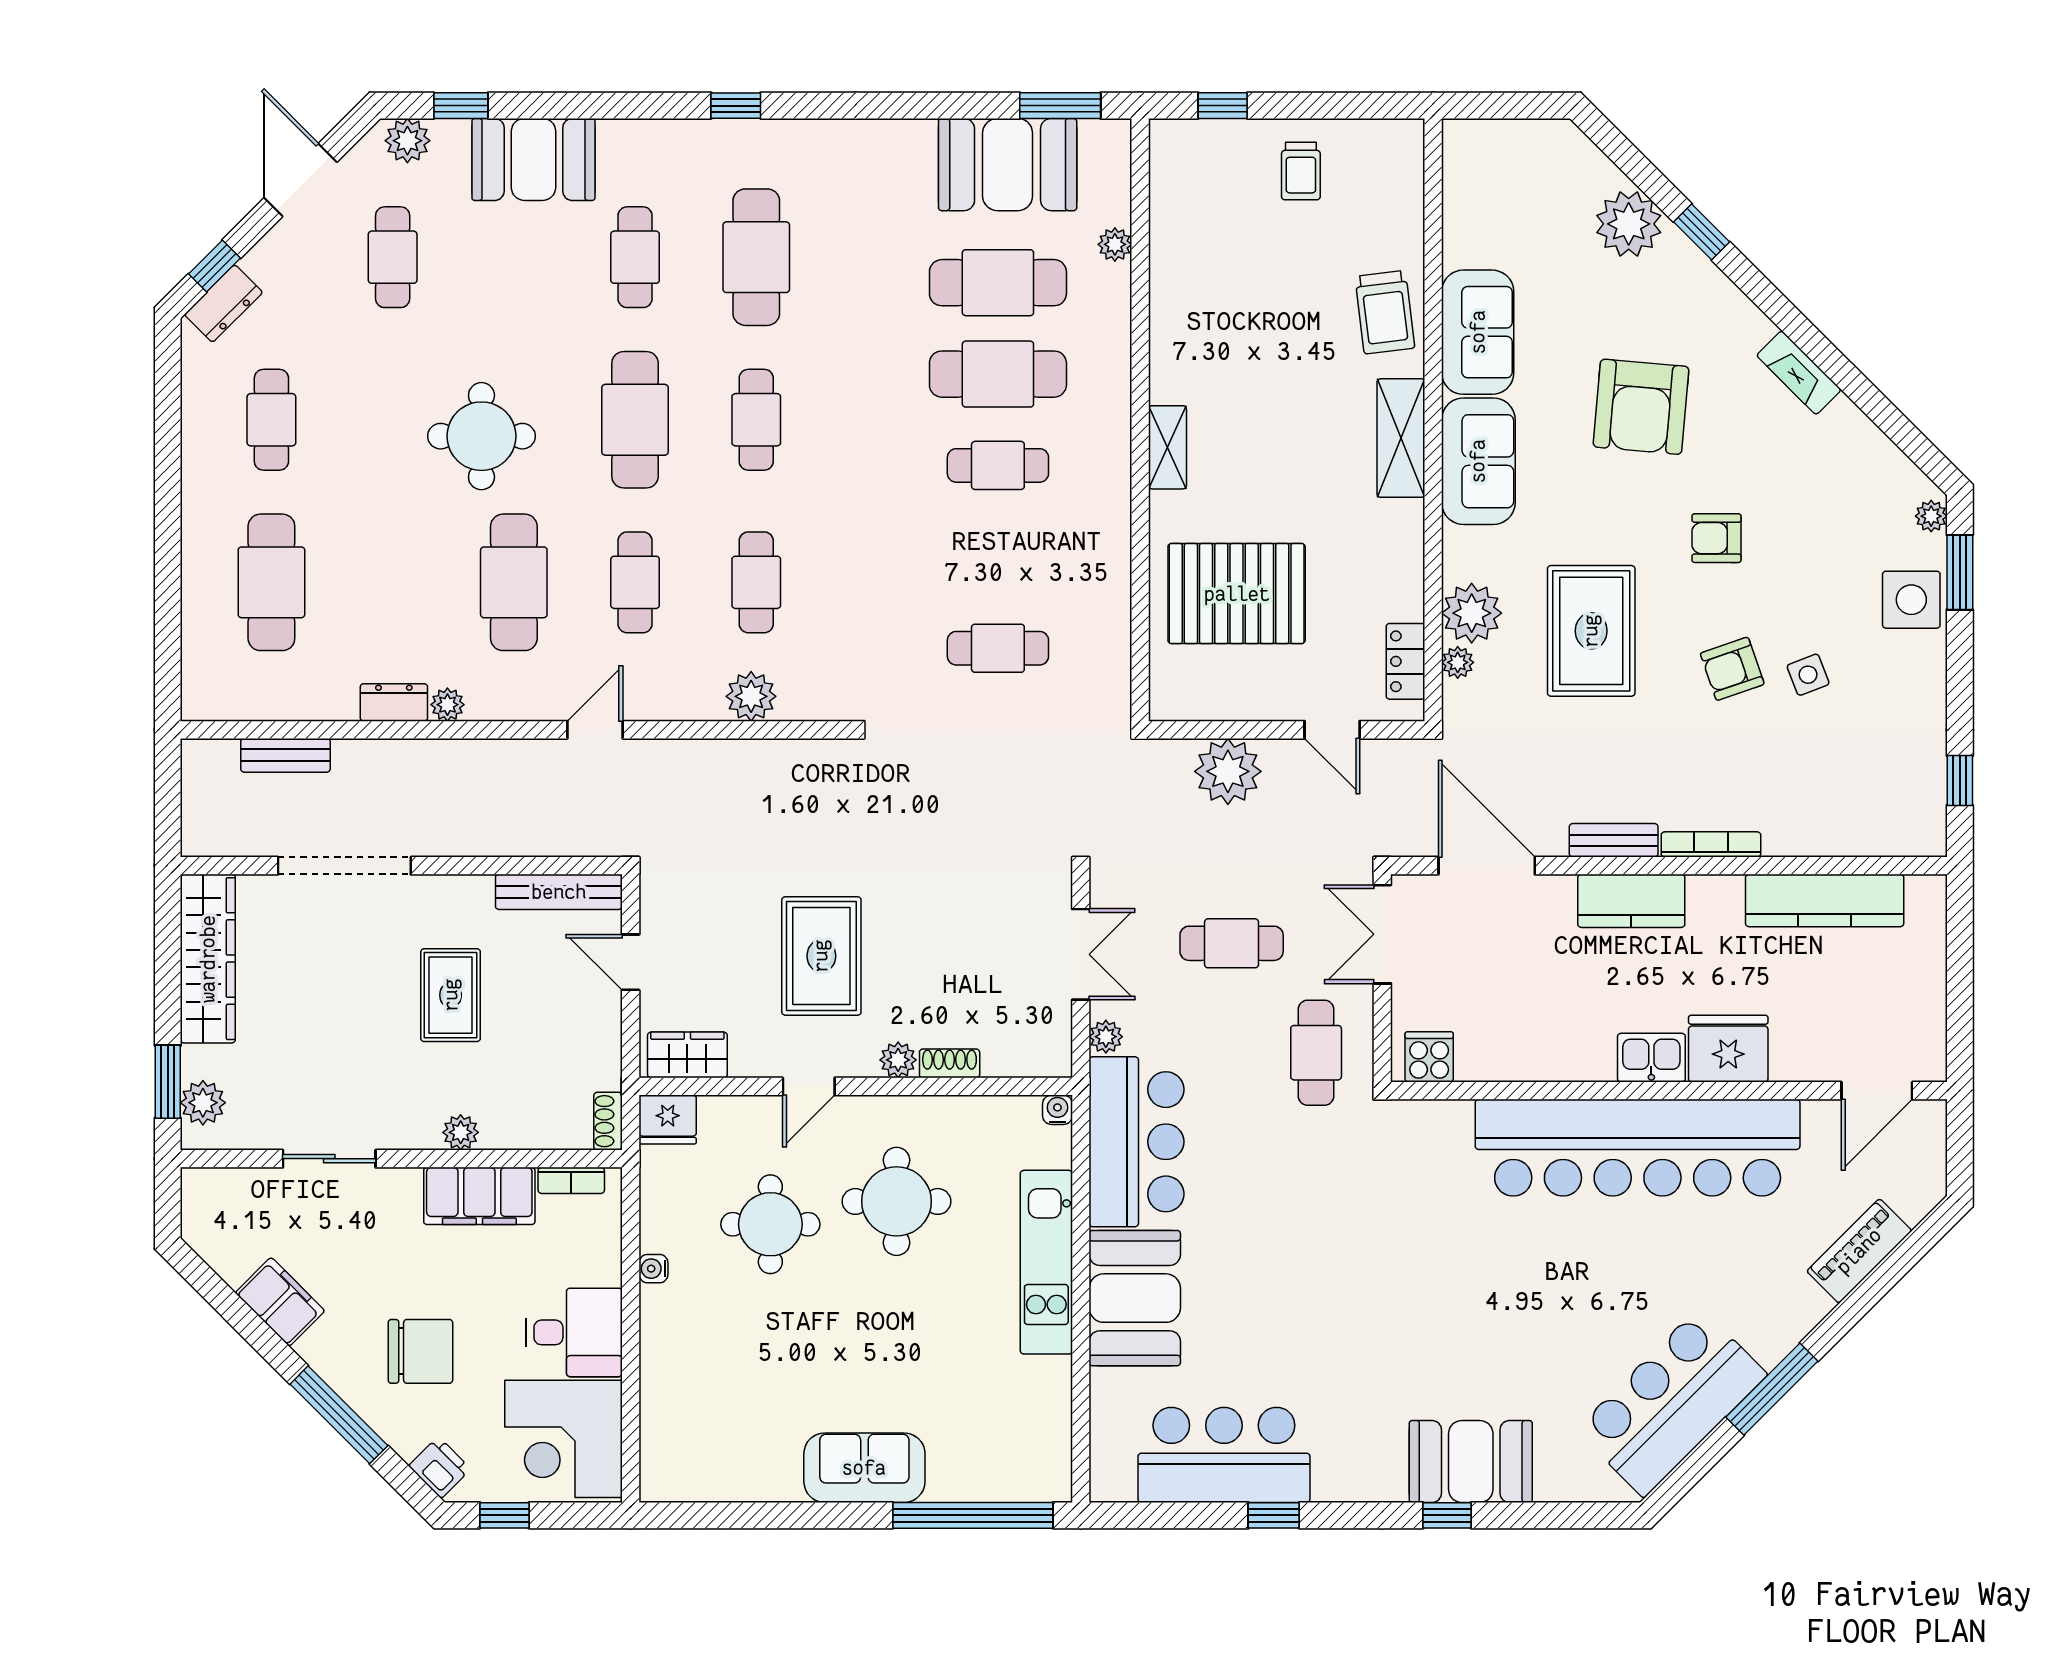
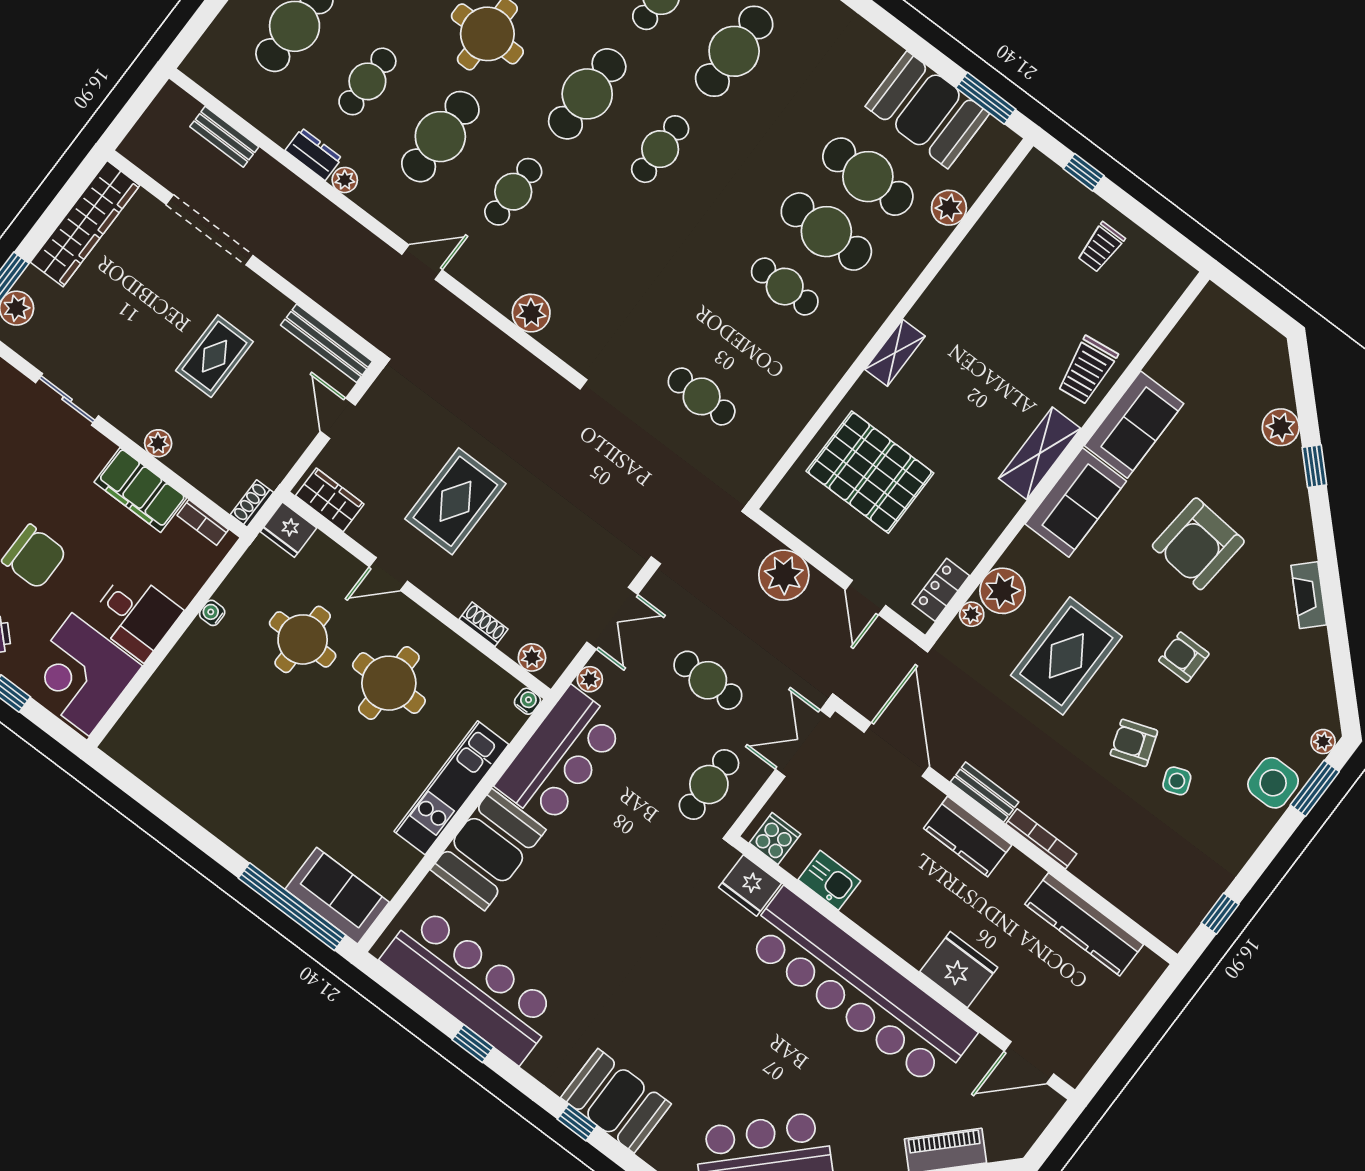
plant: (1629, 224) -> (1281, 427), width x0.73, depth x0.73
plant: (1115, 244) -> (949, 208), width x1.38, depth x1.38
cafe table: (756, 582) -> (367, 81), moved
kitchen sink: (1651, 1058) -> (829, 880), moved
plant: (898, 1060) -> (532, 657), moved
fridge: (1440, 1127) -> (750, 885), added
bar counter: (1224, 1455) -> (471, 985), width x1.36
sofa: (864, 1468) -> (337, 896), moved

